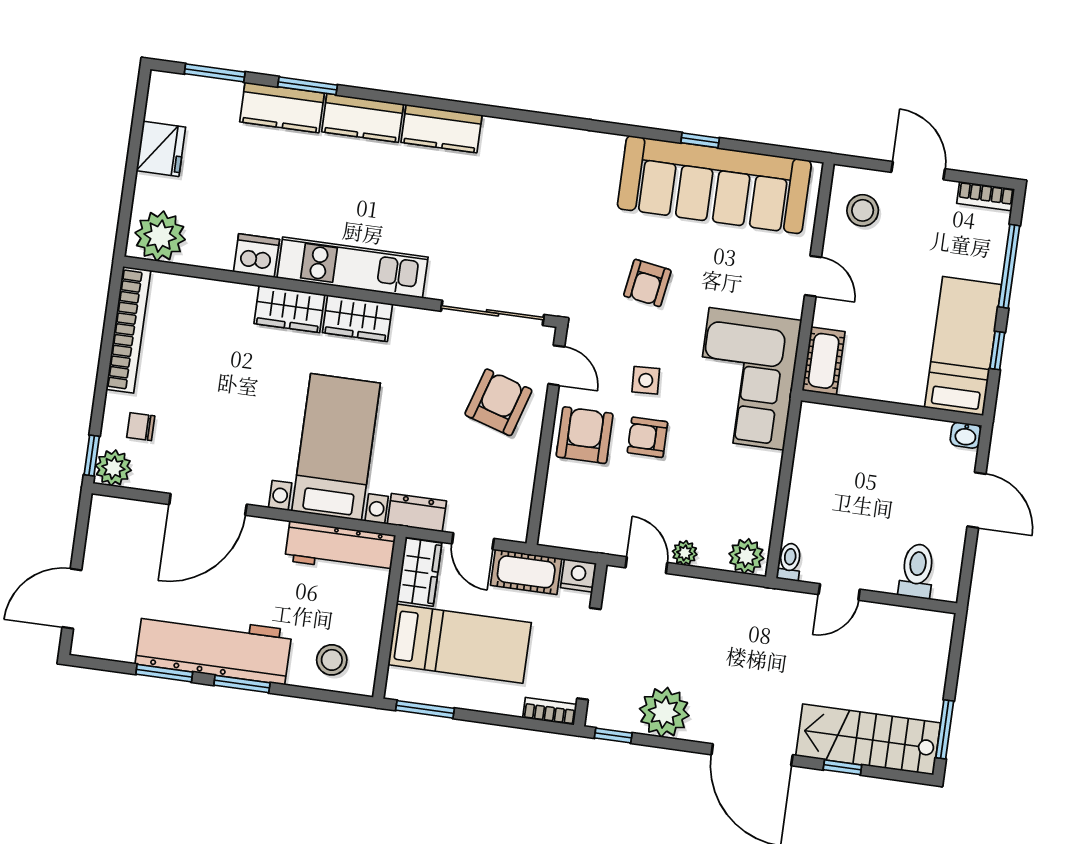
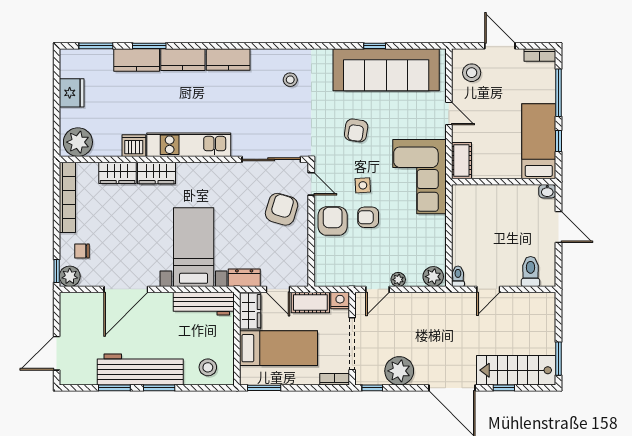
stool: (545, 179) -> (290, 80), added
wardrobe: (357, 318) -> (118, 173), moved
door: (646, 565) -> (378, 289), swing flipped

